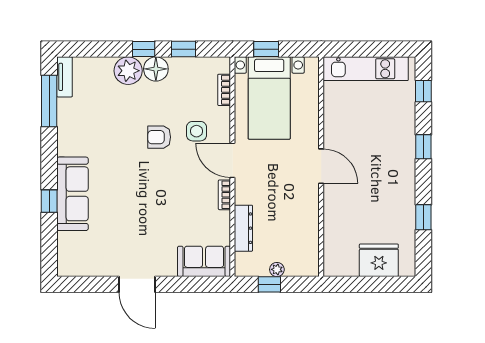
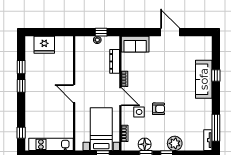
floor lamp: (156, 69) -> (145, 144), moved
window: (423, 147) -> (21, 86), moved

